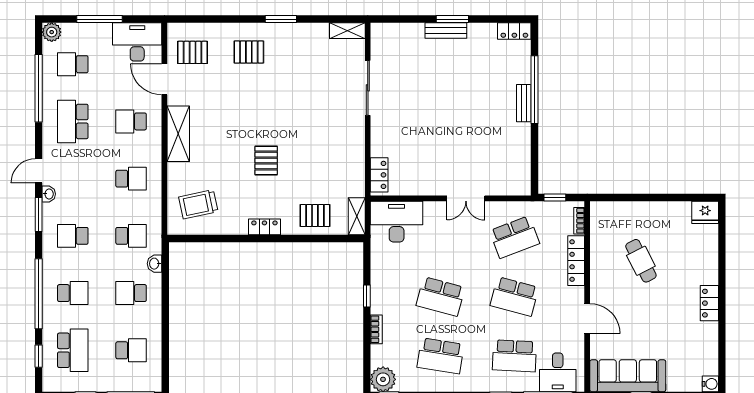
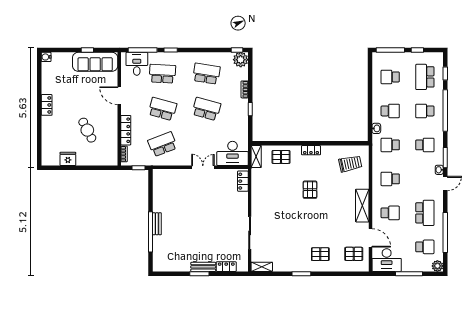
locker: (514, 31) -> (226, 267), moved
double door: (466, 198) -> (203, 167), moved
fridge: (705, 212) -> (68, 159), moved

